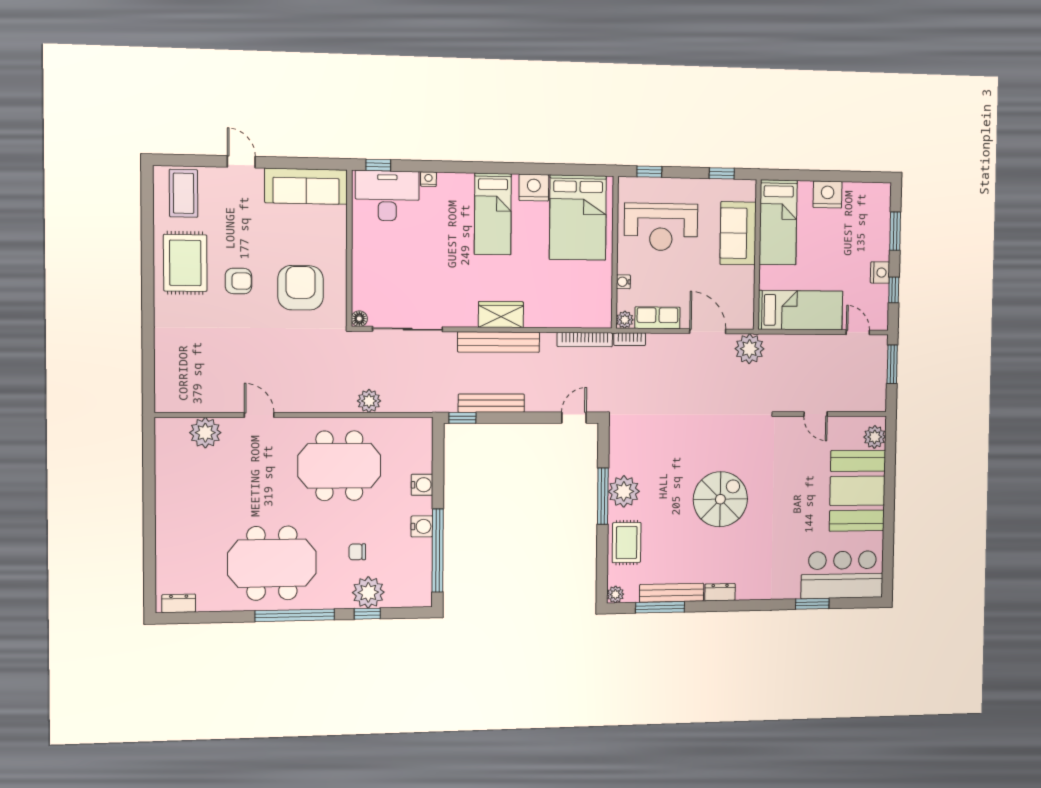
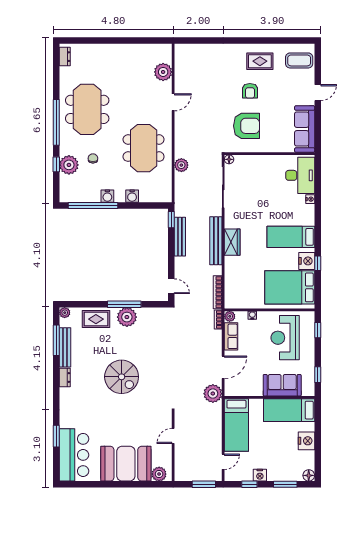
window: (378, 165) -> (318, 263), moved
floor lamp: (882, 192) -> (309, 475), added
rug: (185, 263) -> (260, 61), width x0.73, depth x0.70

